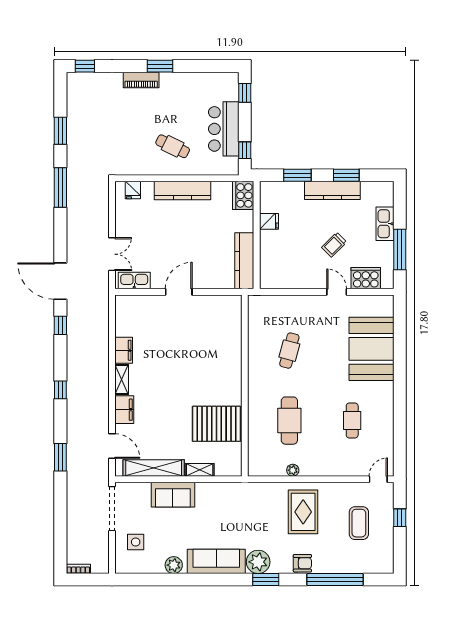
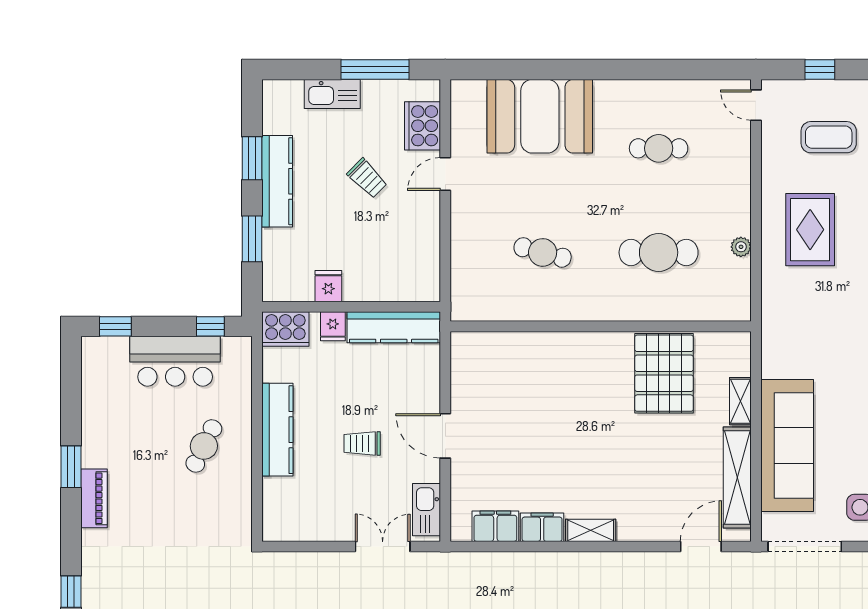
fridge: (133, 190) -> (333, 326), moved, turned 90
trolley: (174, 242) -> (362, 443), added
filing cabinet: (124, 410) -> (495, 526), moved
sofa: (173, 495) -> (787, 445), width x1.85, depth x1.27
rug: (303, 512) -> (810, 230), turned 90

